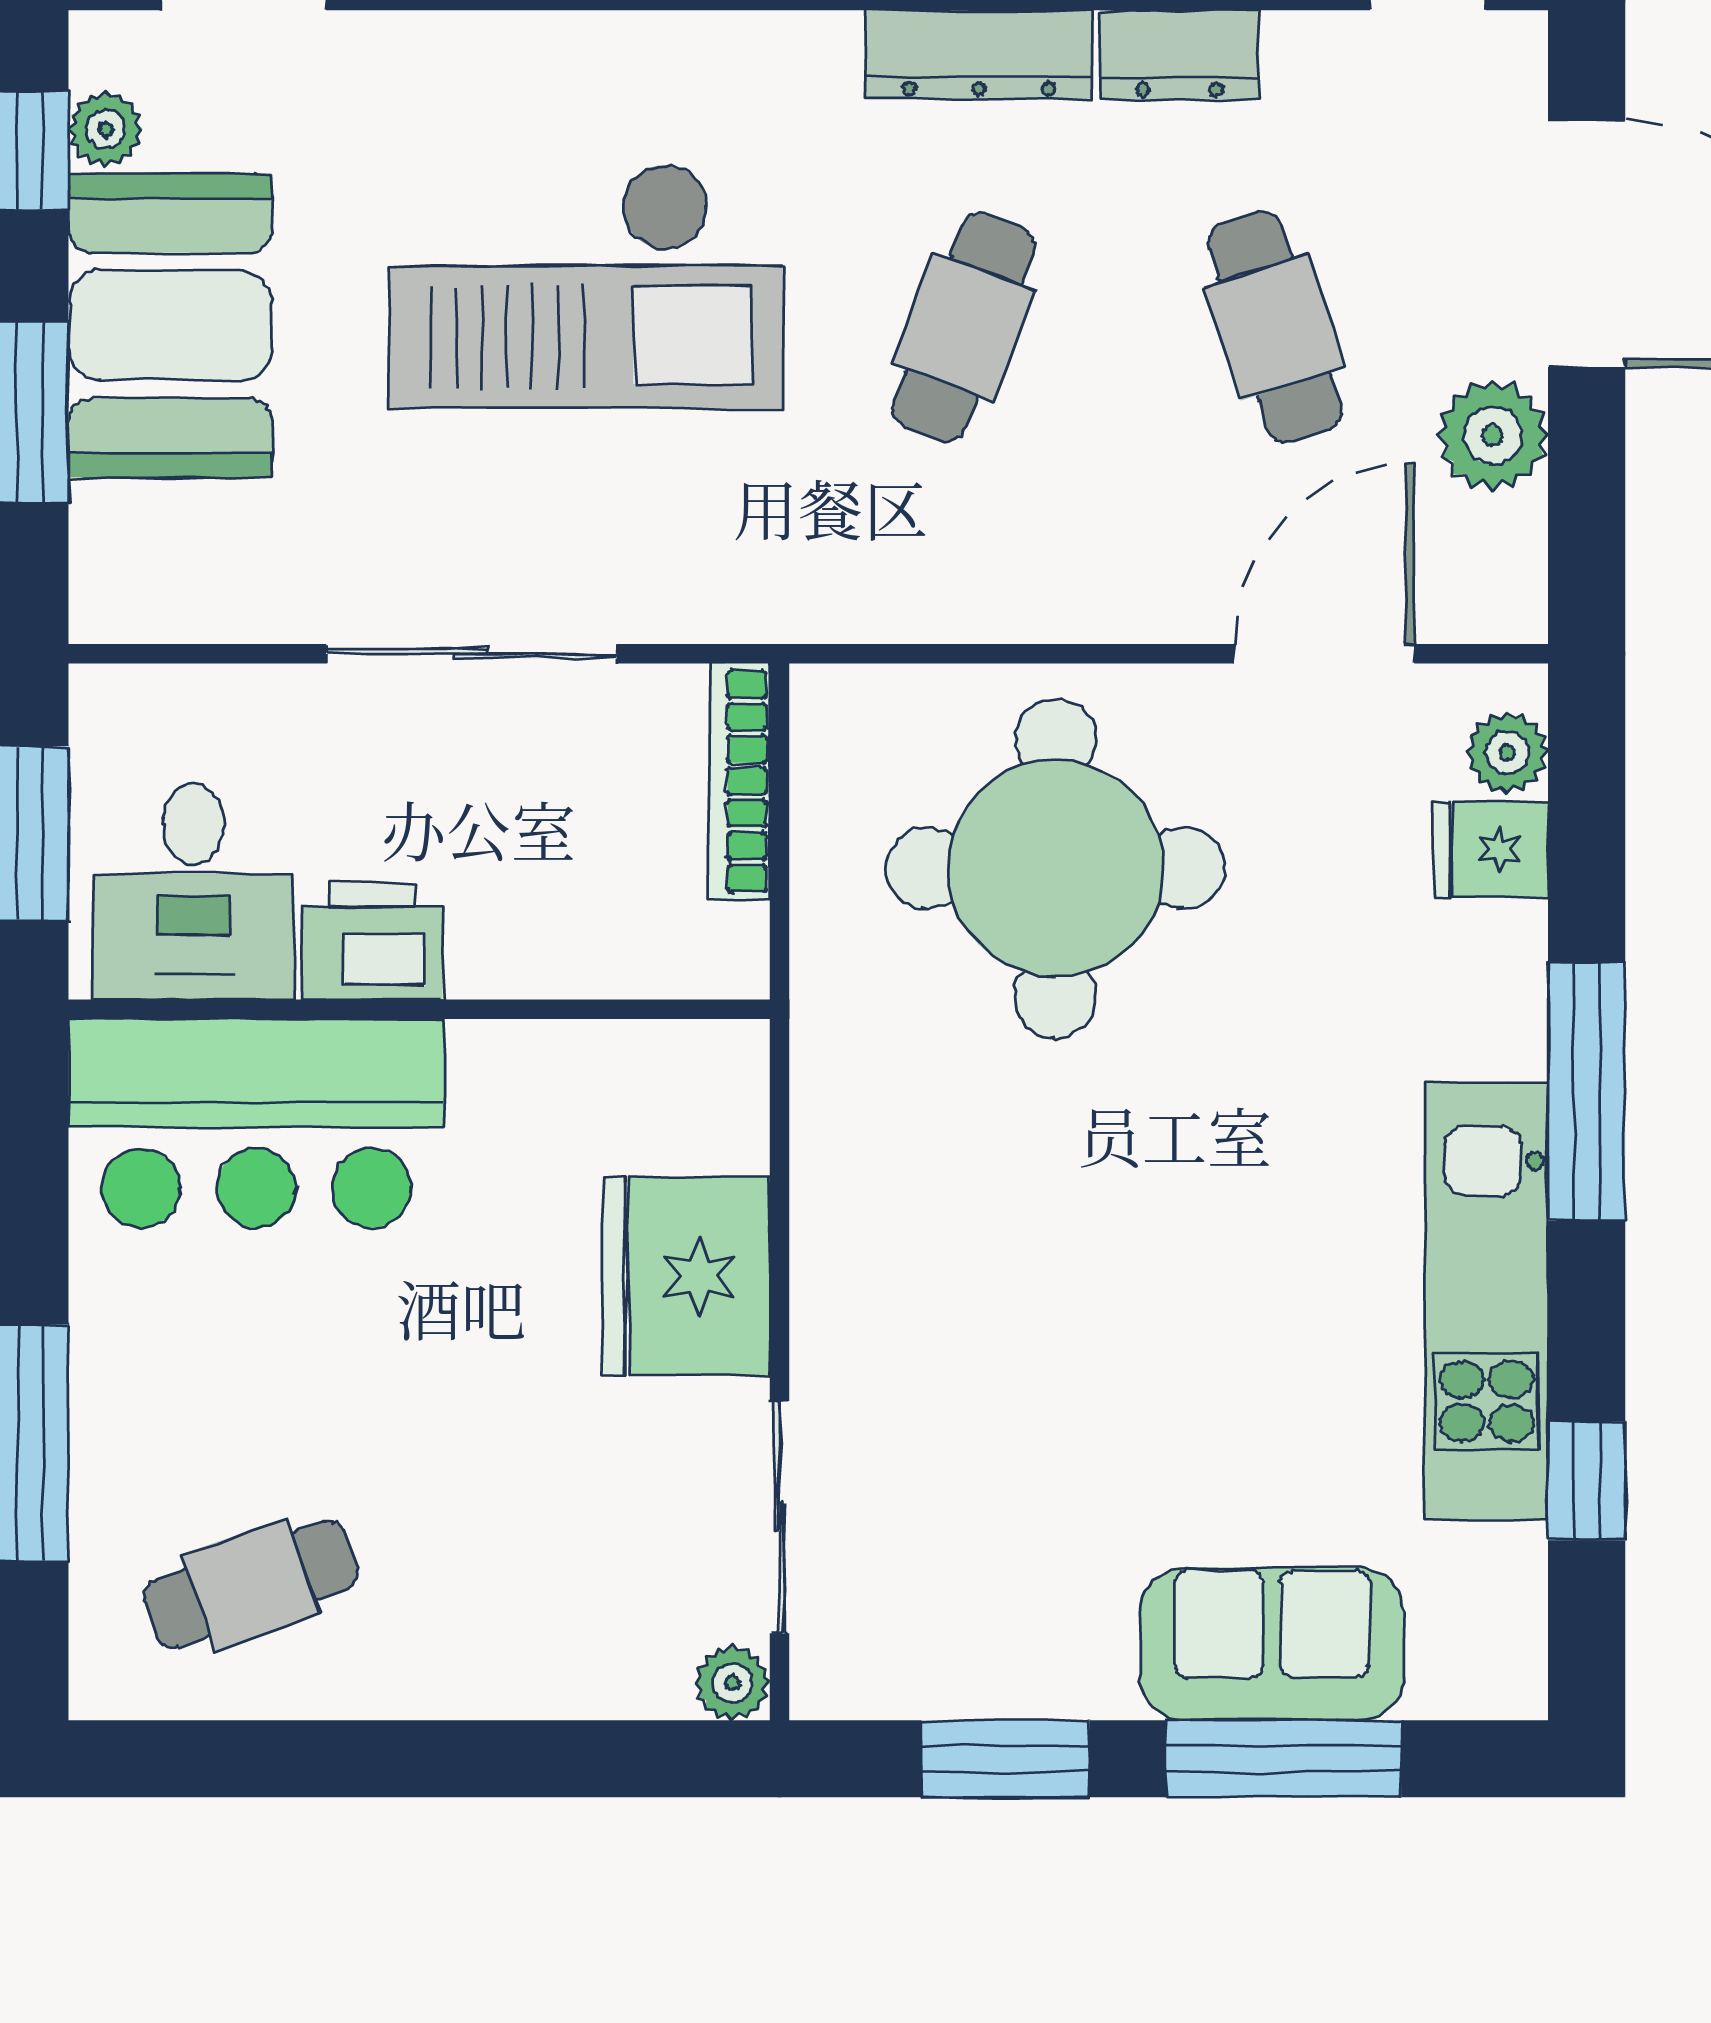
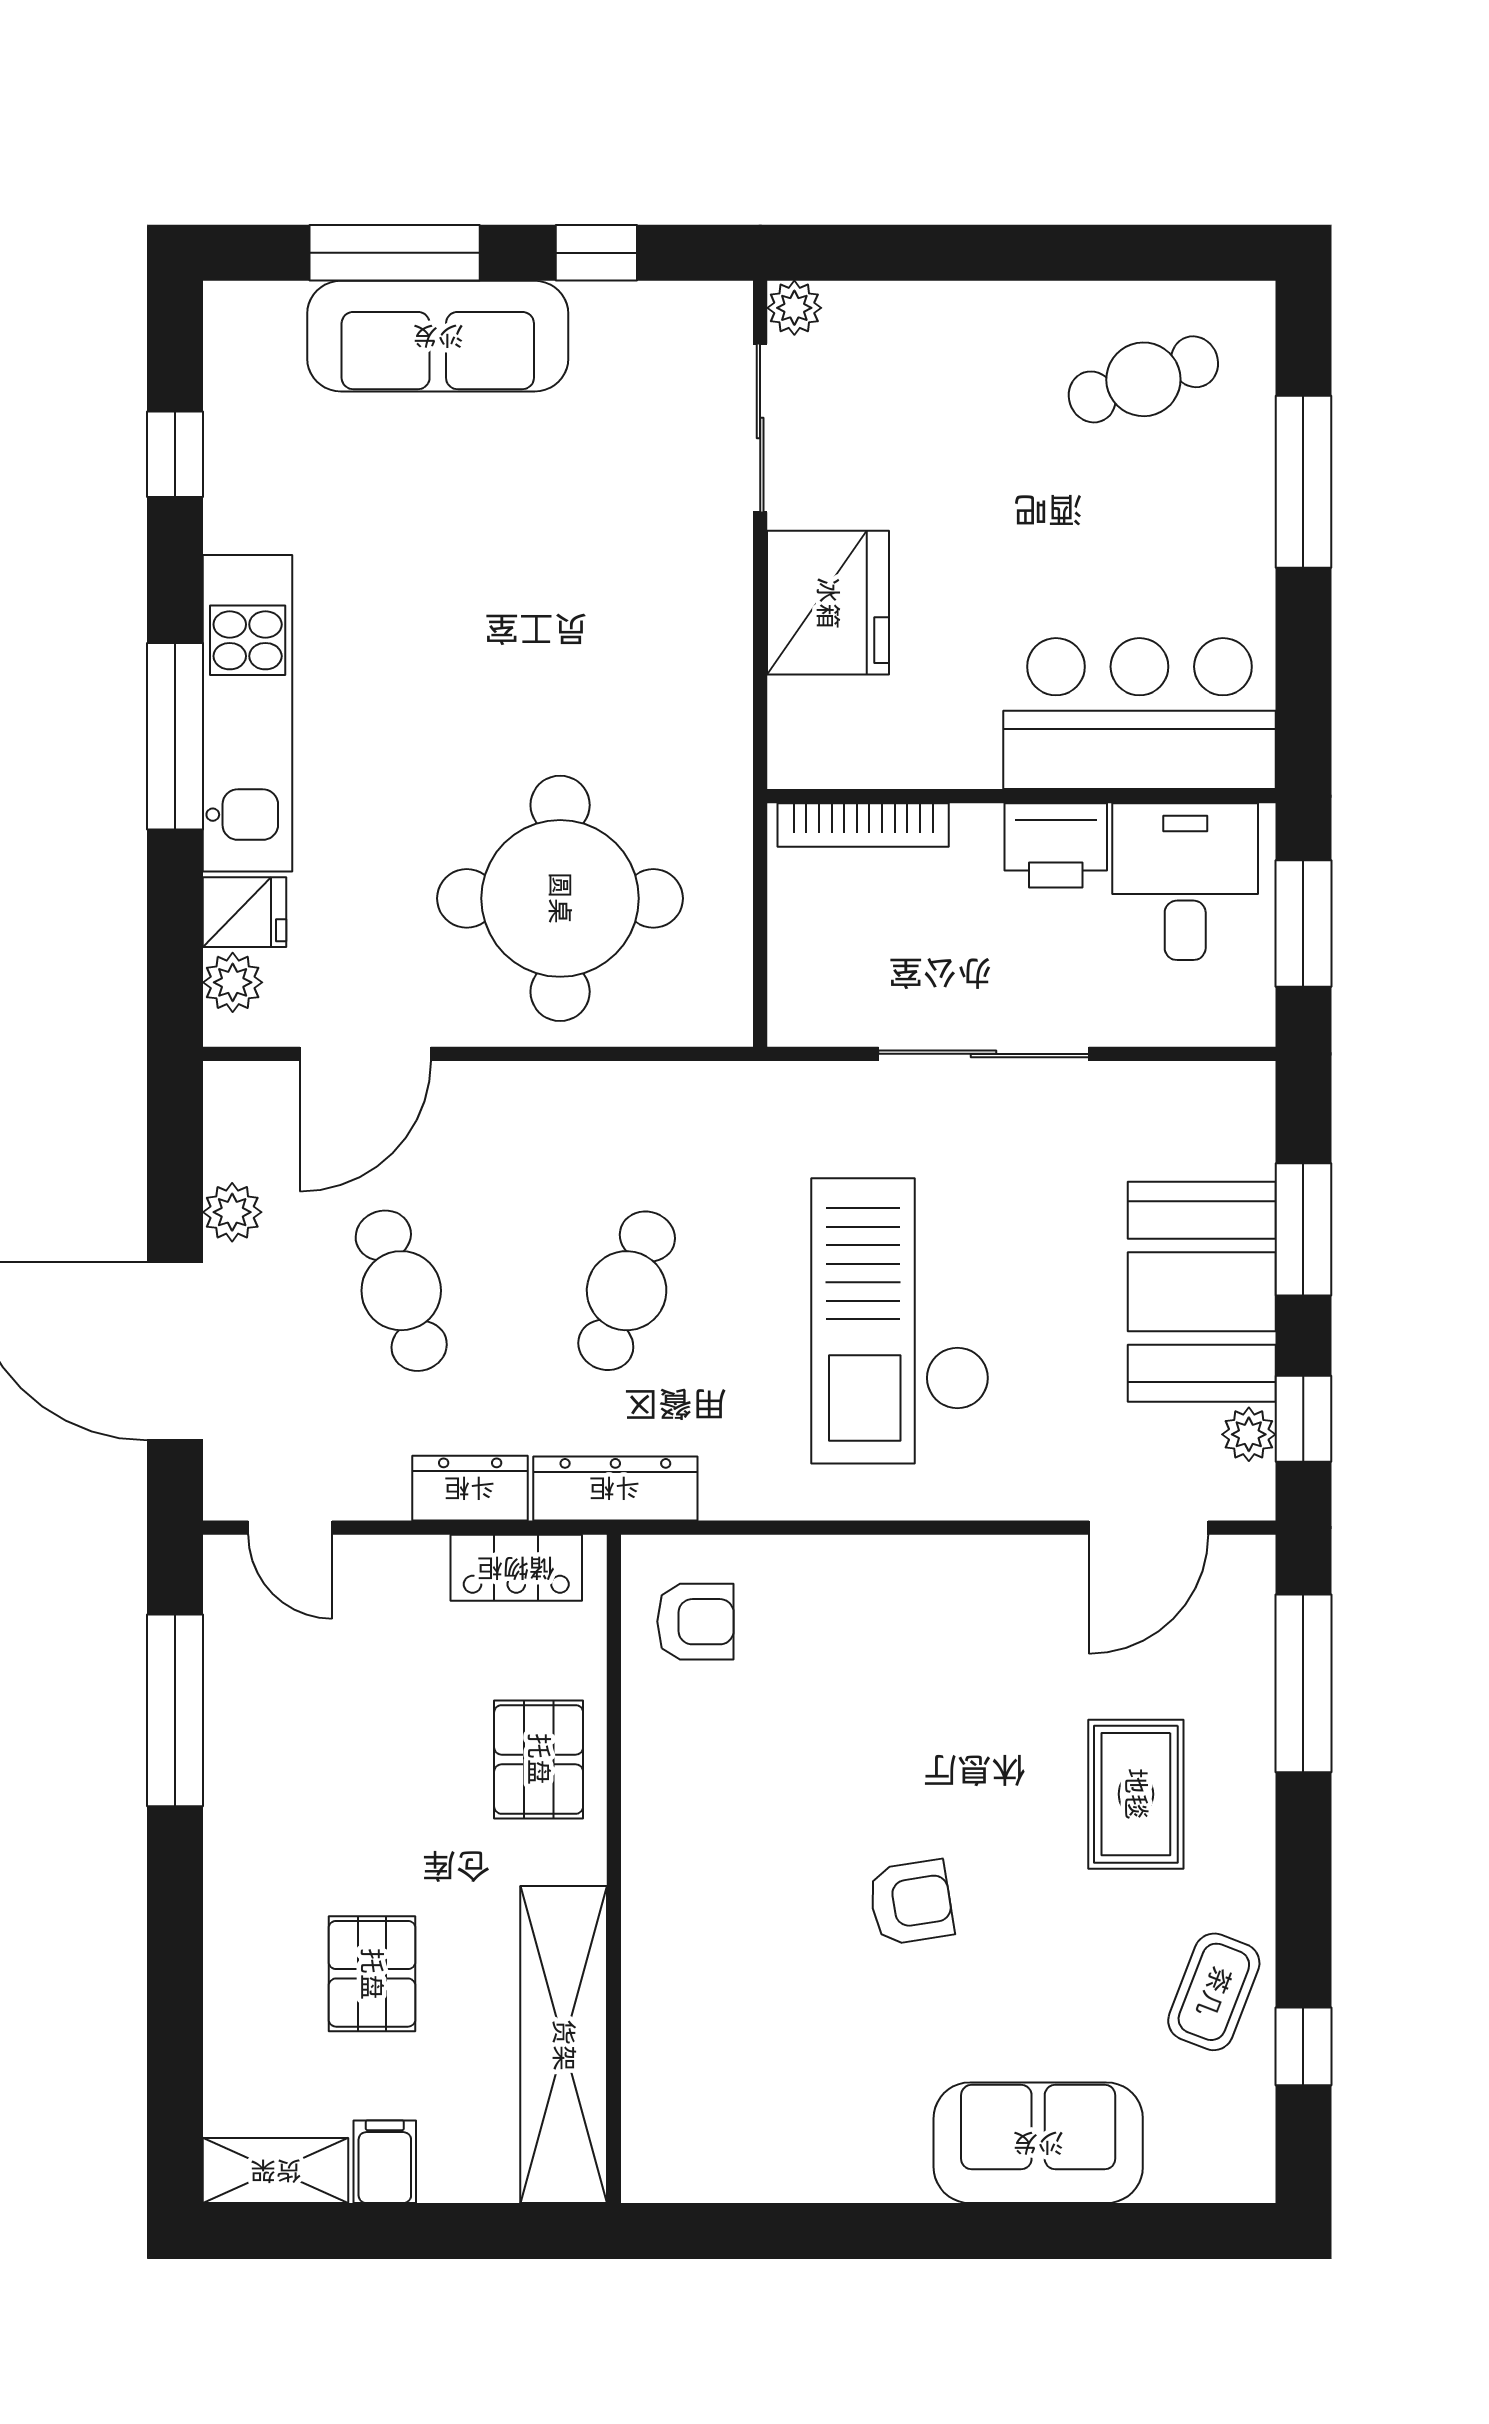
checkout: (586, 286) -> (900, 1321), turned -90
plant: (1493, 435) -> (232, 1212), width x0.73, depth x0.73
bookcase: (740, 781) -> (863, 825), moved, turned 90
kitchen unit: (1487, 1301) -> (248, 713), moved
sofa: (1272, 1644) -> (438, 336), width x1.36
window: (1006, 1759) -> (596, 253), width x0.67

